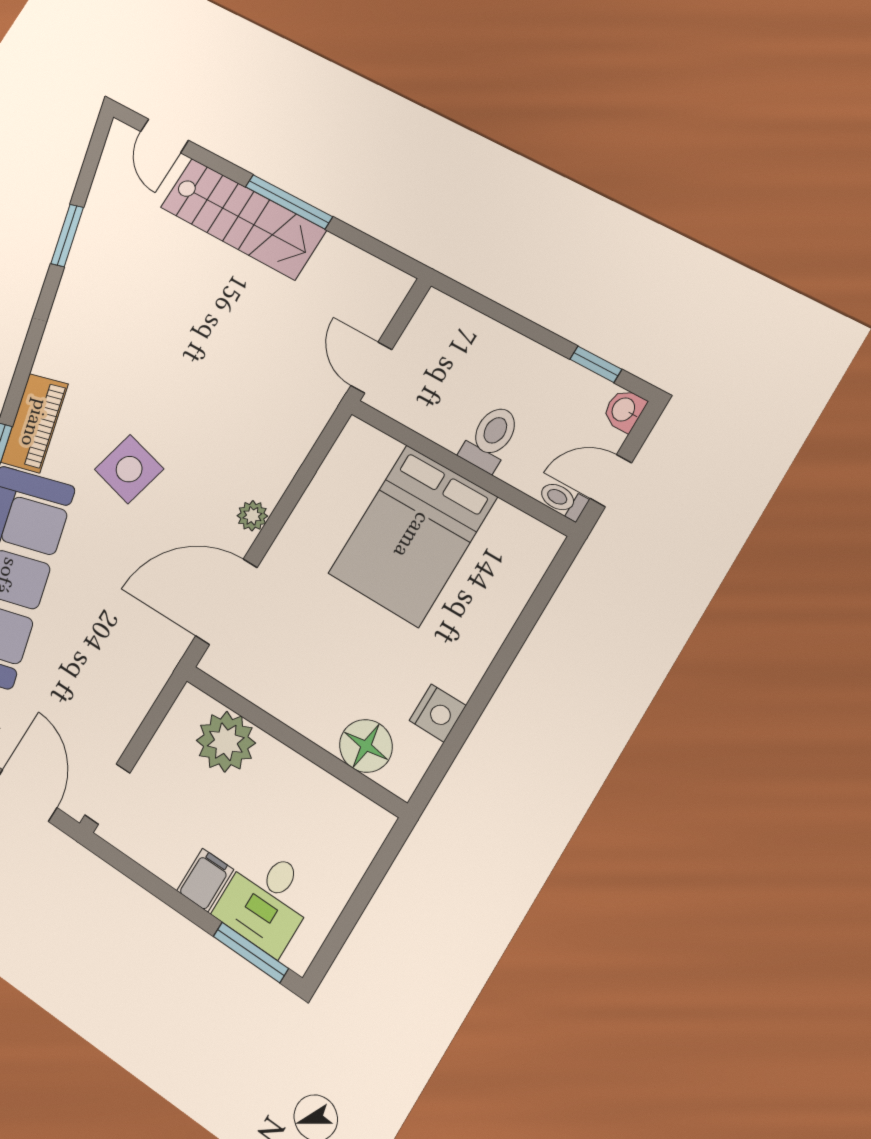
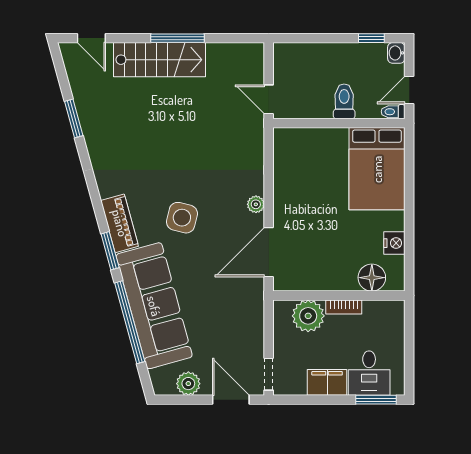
bed: (412, 535) -> (377, 169), moved
bookcase: (291, 764) -> (344, 307), added
filing cabinet: (205, 880) -> (327, 382), width x2.00

